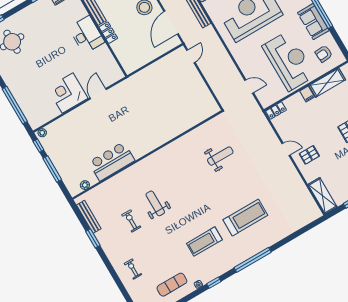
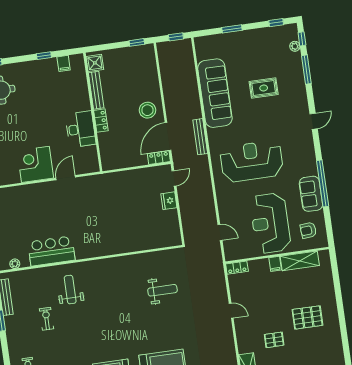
desk: (87, 35) -> (80, 129), moved
locker: (171, 44) -> (159, 158), added
reception desk: (289, 61) -> (270, 223), turned 180
fridge: (194, 77) -> (169, 201), added
pallet: (309, 155) -> (274, 340), moved
weight bench: (155, 203) -> (70, 290), moved

